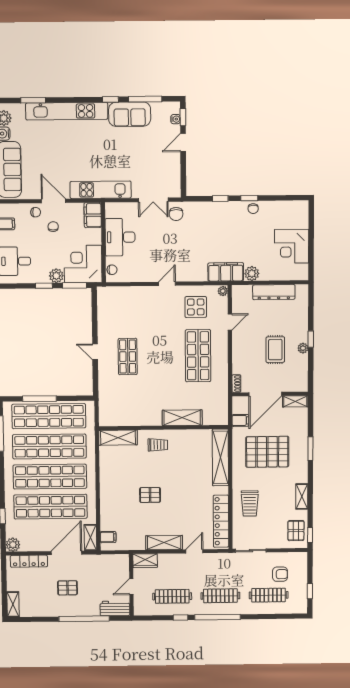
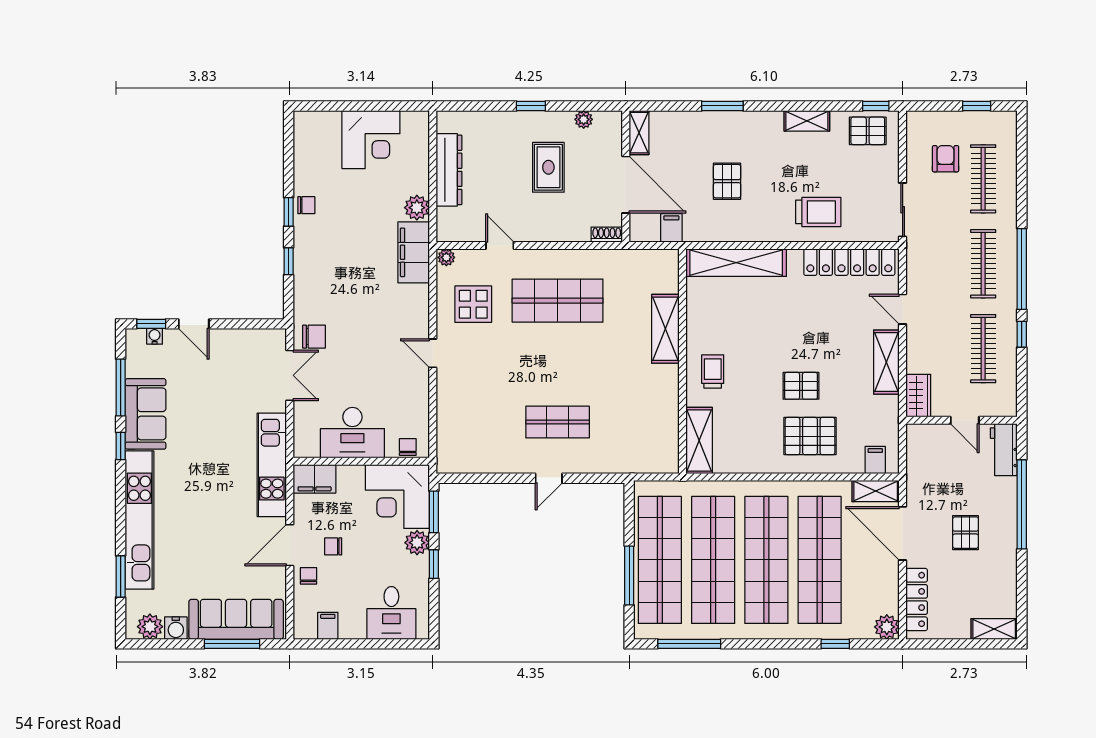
plant: (303, 348) -> (584, 119), moved
rug: (275, 350) -> (548, 167), turned 90
pallet: (267, 452) -> (727, 181), width x0.49, depth x0.50
pallet: (150, 495) -> (801, 386), turned 90
pallet: (121, 500) -> (810, 436), added

